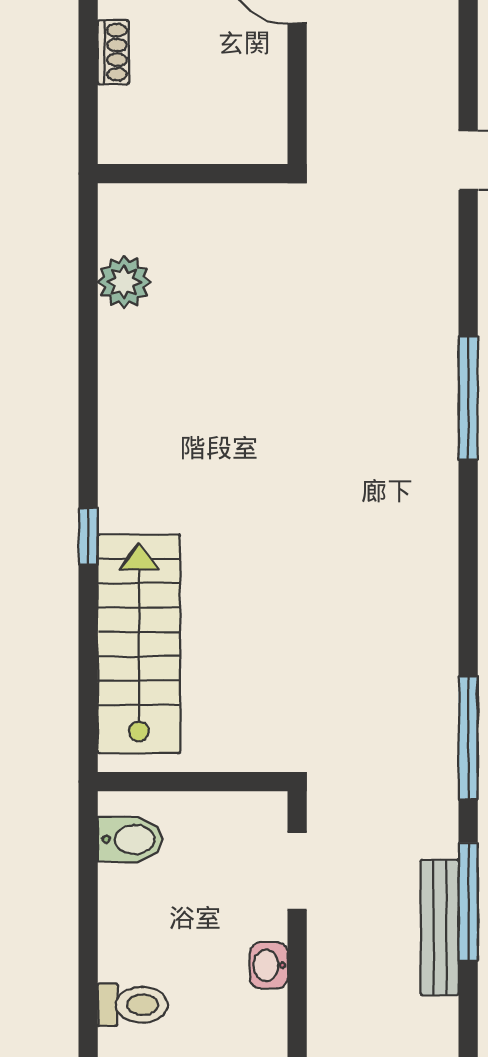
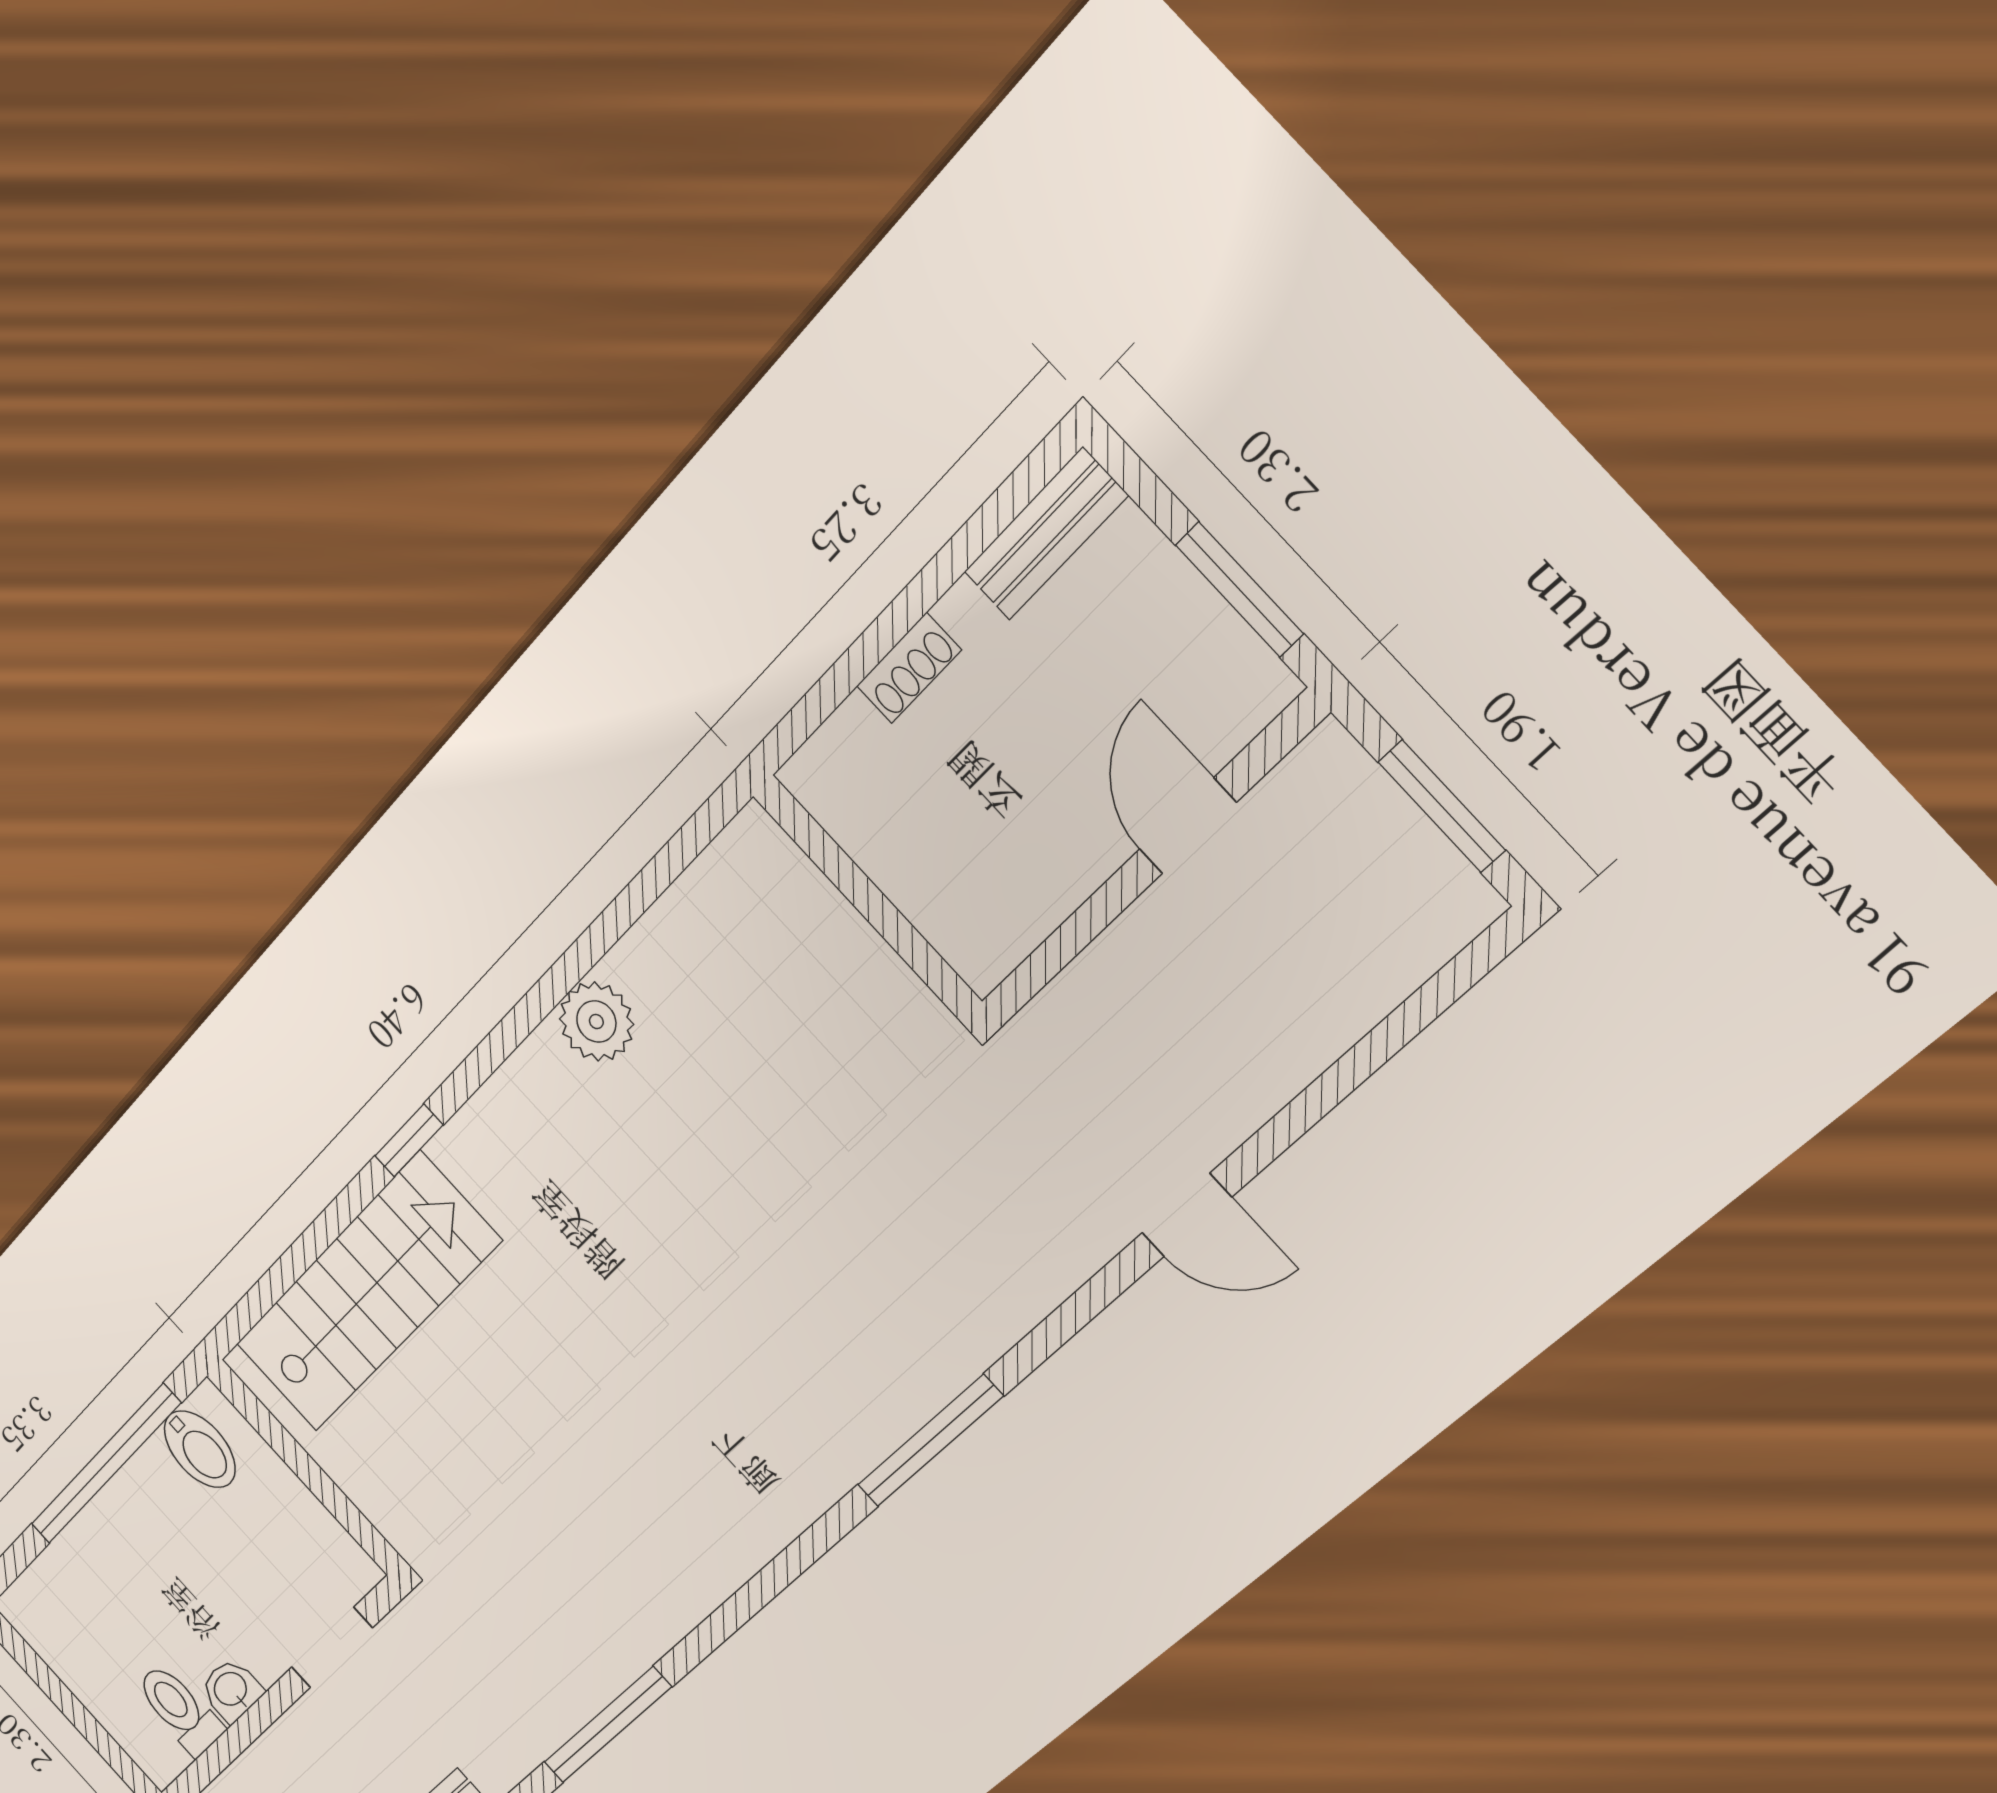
plant: (124, 282) -> (596, 1022), moved
window: (88, 912) -> (105, 1464), added
toilet: (133, 1005) -> (180, 1709), moved, turned 180

